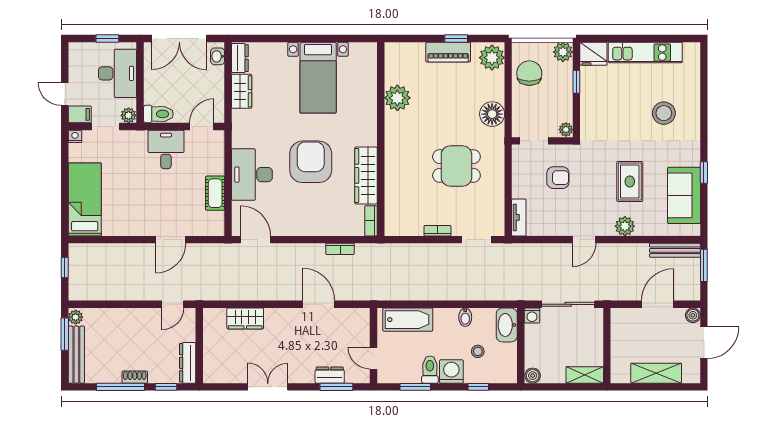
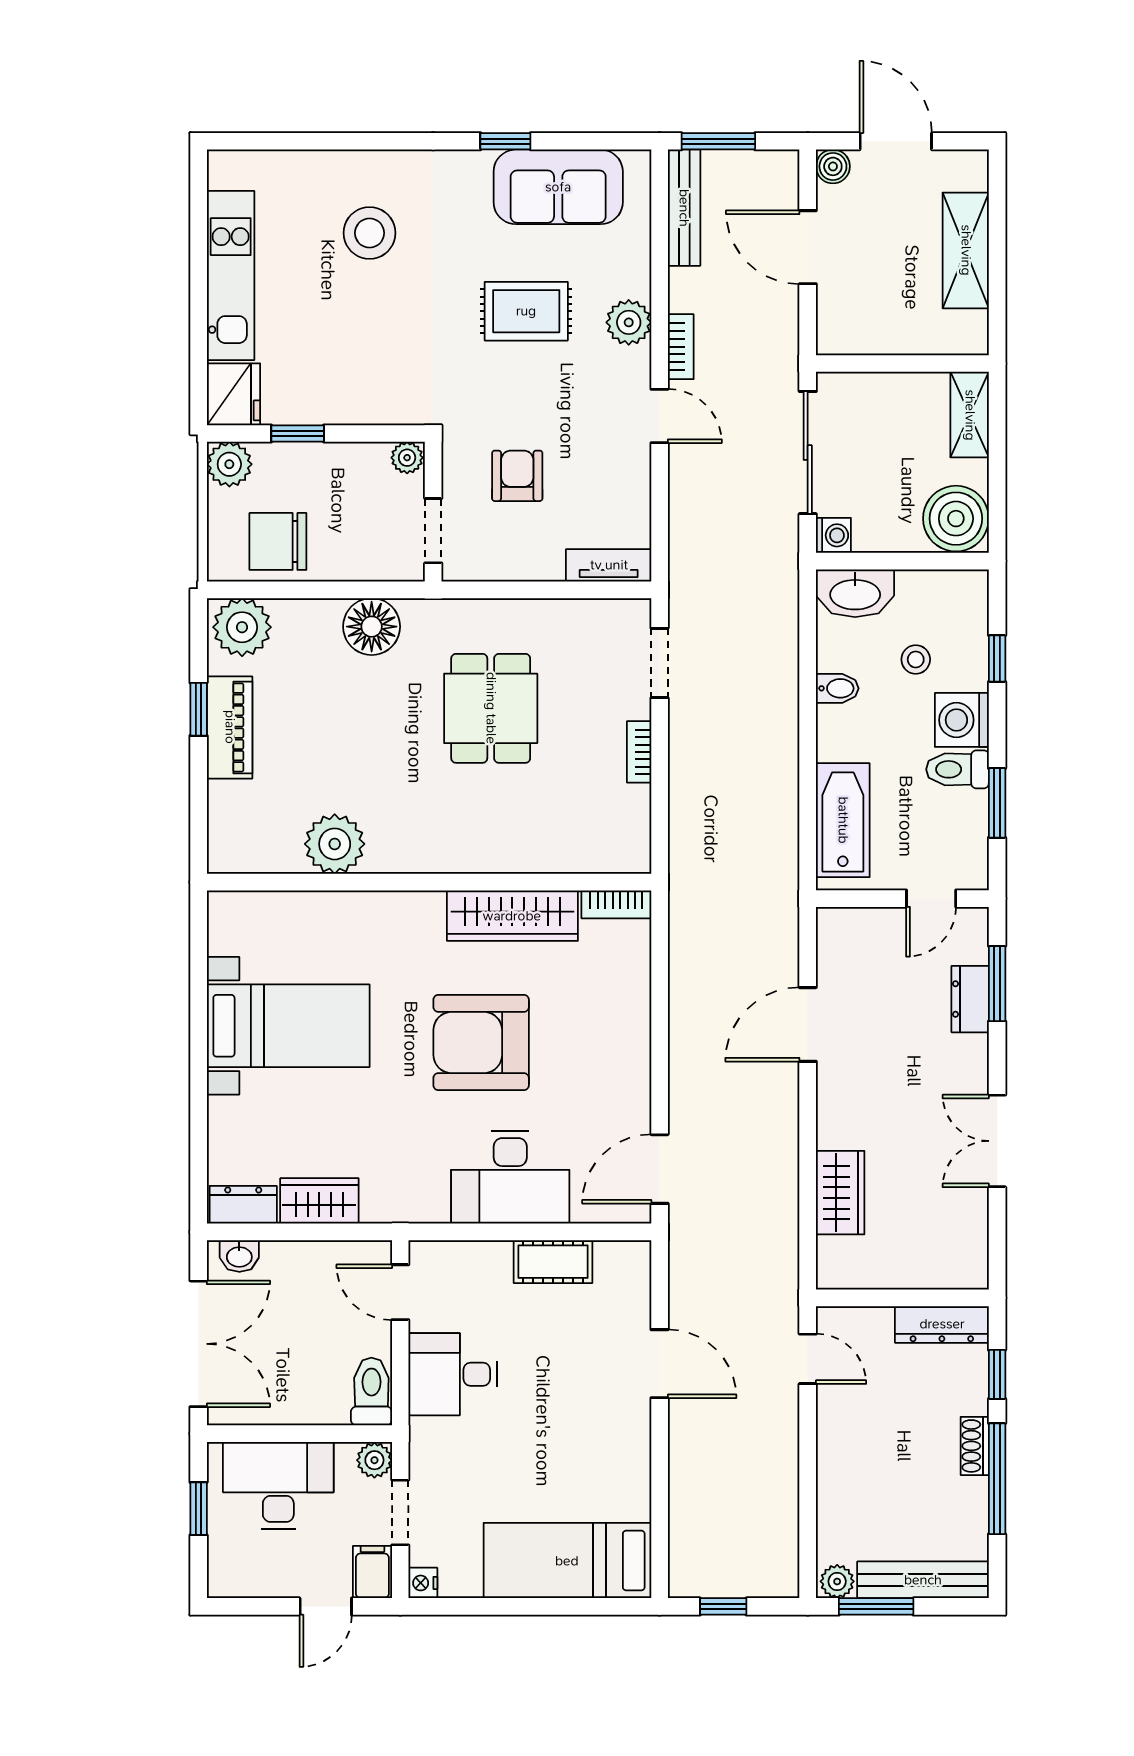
bookcase: (340, 249) -> (681, 347), moved
boiler: (533, 376) -> (956, 519), width x1.86, depth x1.86

